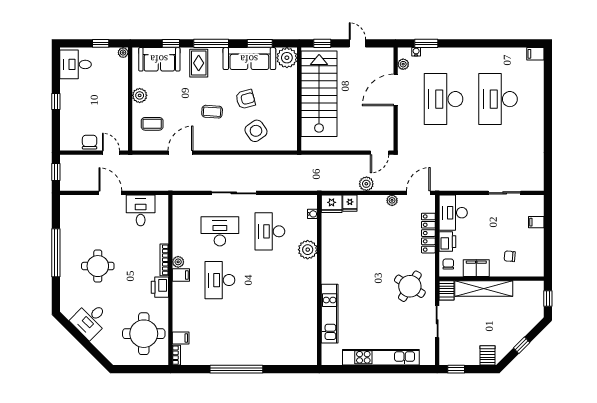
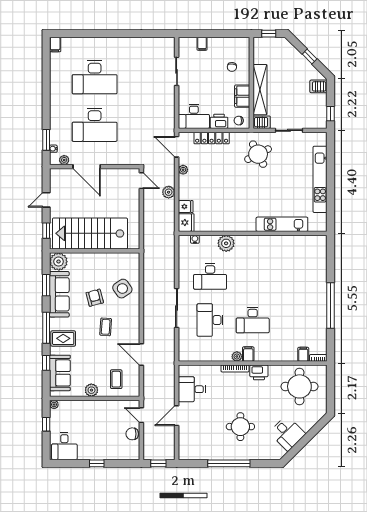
door: (111, 153) -> (141, 415), hinge flipped
round table: (410, 286) -> (258, 154), turned 31

